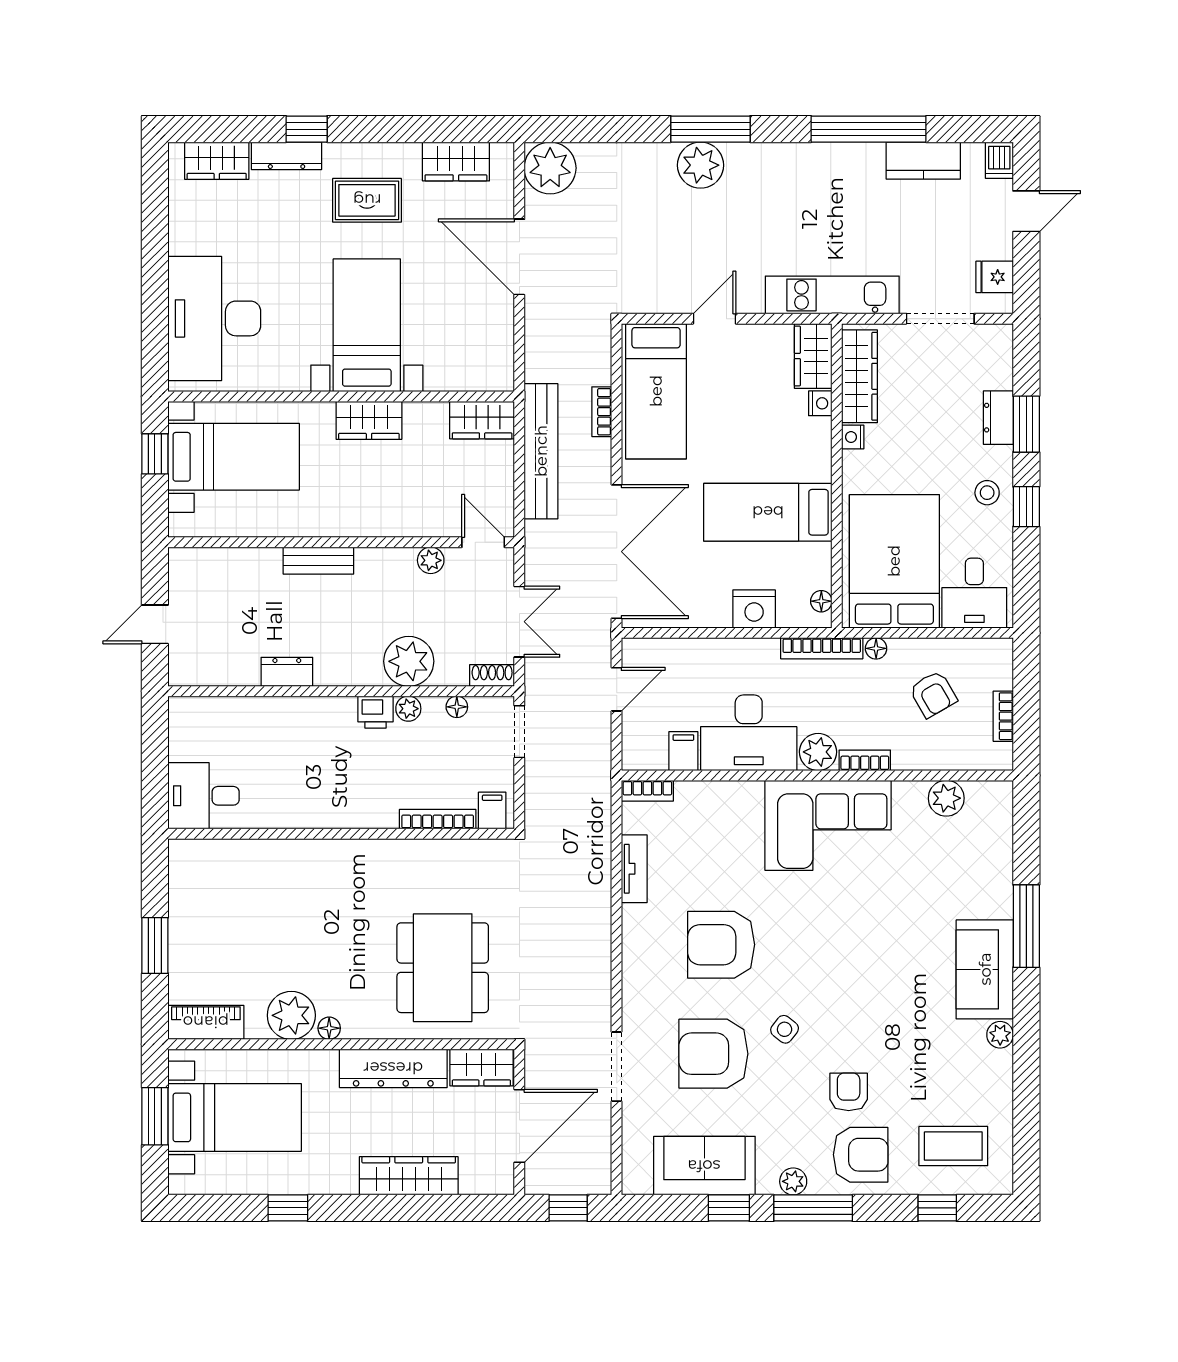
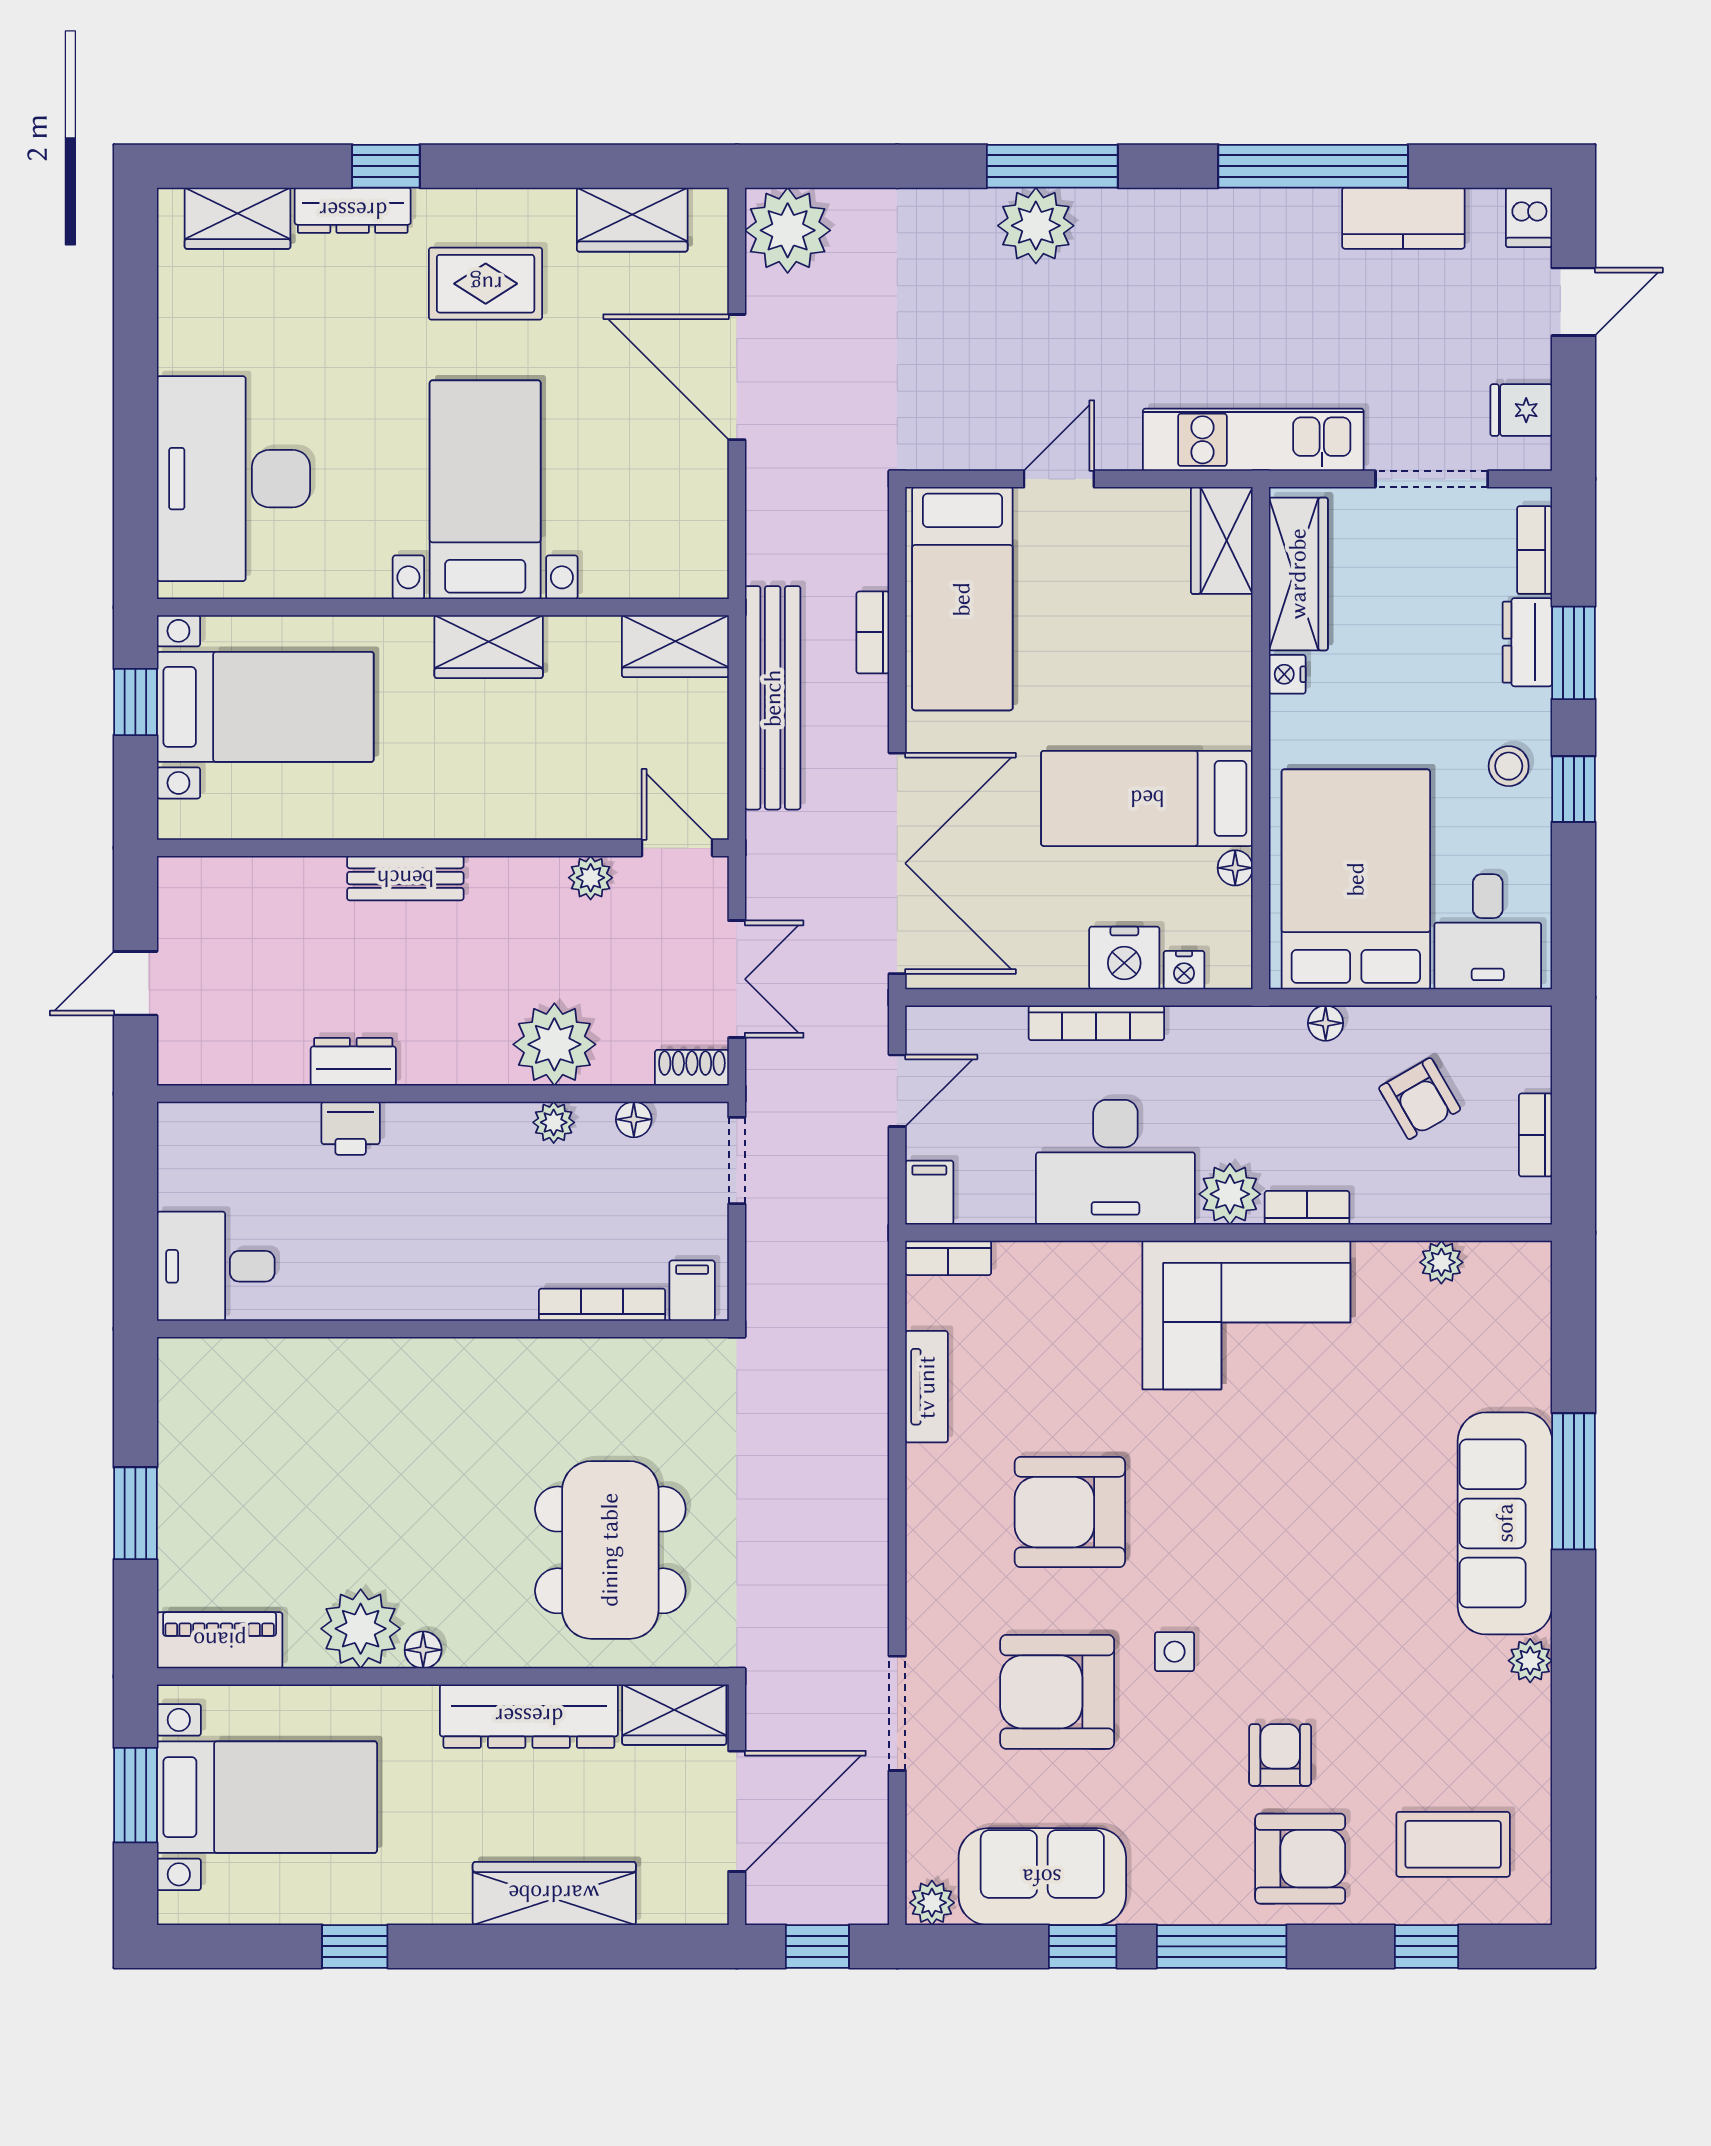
bookcase: (1003, 362) -> (1535, 550), added
nightstand: (820, 403) -> (1184, 970), moved, turned 90
floor lamp: (821, 601) -> (1235, 868), moved
bookcase: (822, 648) -> (1096, 1023), moved
printer: (375, 712) -> (351, 1128), moved
filing cabinet: (683, 751) -> (929, 1193), moved
plant: (946, 798) -> (1441, 1262), width x0.73, depth x0.73
sofa: (985, 969) -> (1505, 1523), width x1.36
side table: (785, 1029) -> (1175, 1652), turned -38
plant: (793, 1181) -> (932, 1903), moved

